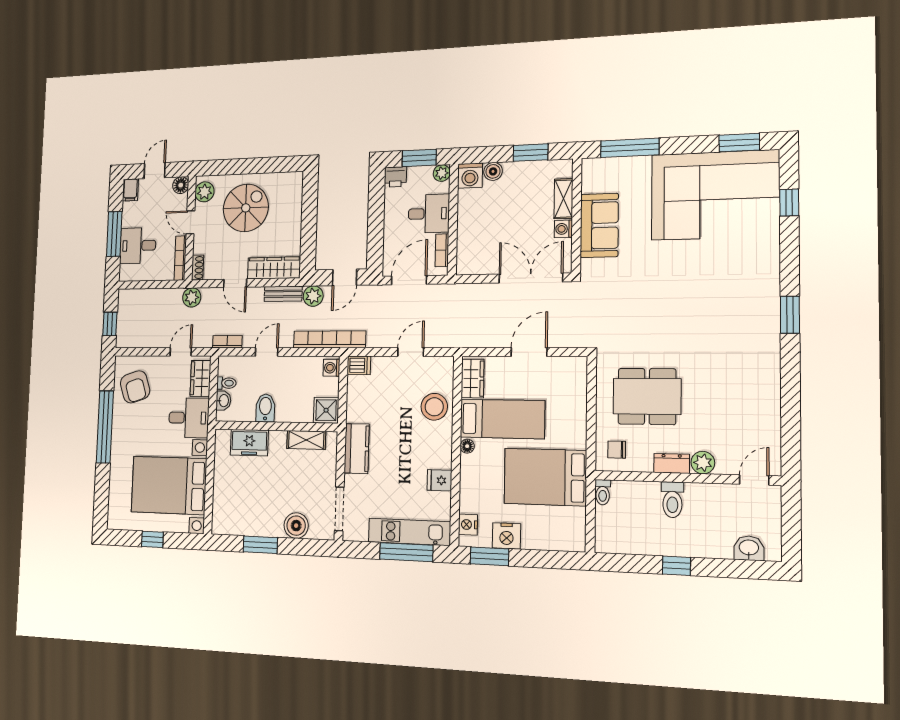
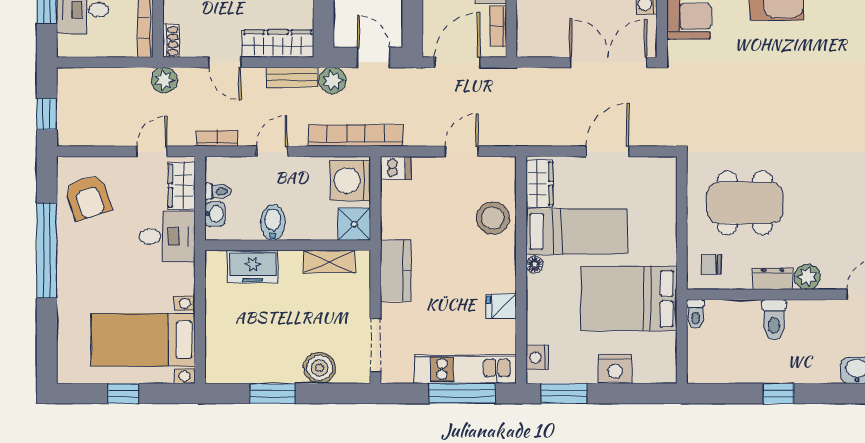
door: (345, 277) -> (373, 57), swing flipped
washing machine: (332, 368) -> (350, 181), width x1.89, depth x1.89
bed with nightstands: (169, 485) -> (143, 340), width x0.73
nightstand: (506, 536) -> (615, 369), moved

